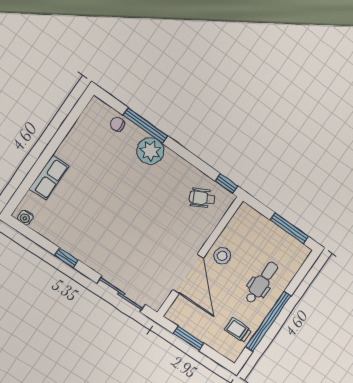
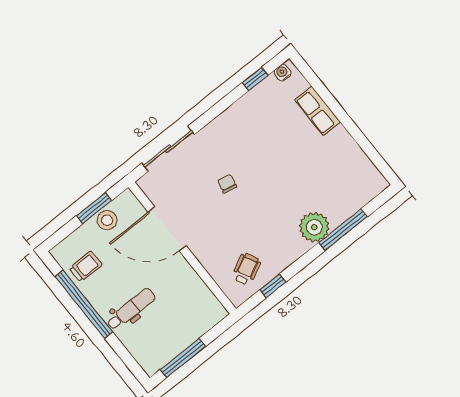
chair: (117, 124) -> (227, 184), moved, turned -78
window: (226, 183) -> (273, 286), moved
stool: (222, 256) -> (107, 220), moved
window: (66, 258) -> (255, 79), moved
dental chair: (262, 282) -> (131, 309), turned -90

